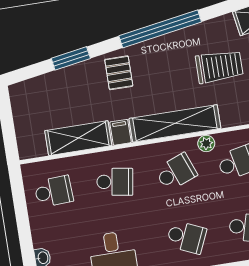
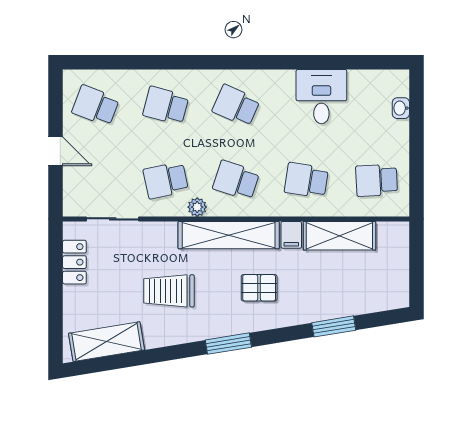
window: (160, 29) -> (228, 344), width x0.47
pallet: (119, 73) -> (259, 288), moved, turned 90
school desk: (176, 172) -> (236, 180), turned 39

